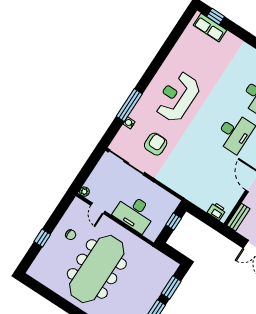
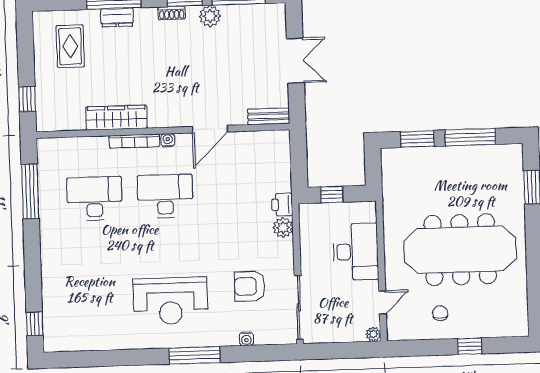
row of seats: (210, 28) -> (54, 321), removed
window: (129, 105) -> (195, 355), moved
plant: (174, 184) -> (283, 228), added
printer: (217, 211) -> (282, 205), moved

